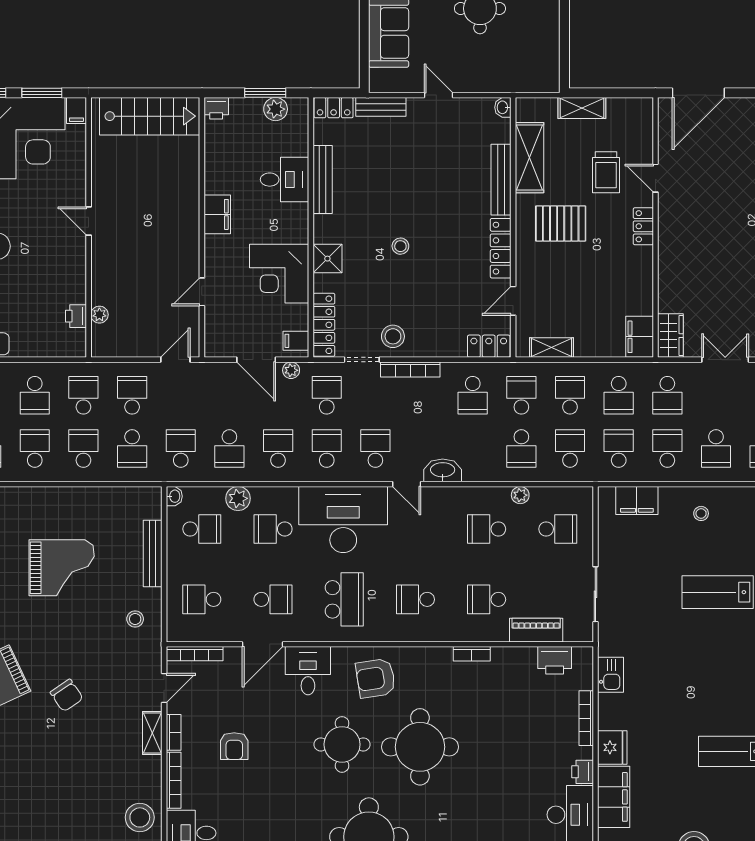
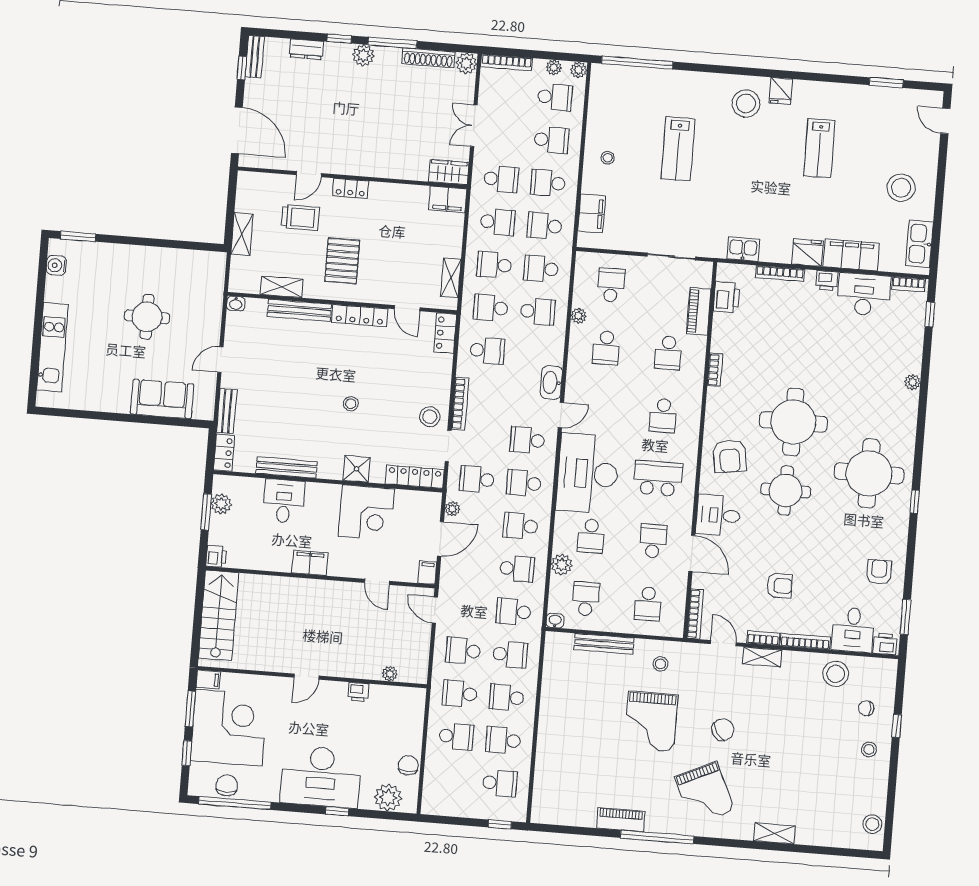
shelving: (530, 158) -> (282, 287), width x0.67, depth x0.75
printer: (76, 316) -> (358, 692), moved
filing cabinet: (296, 341) -> (427, 573), moved, turned 180
grand piano: (62, 568) -> (651, 721), moved, turned 180

